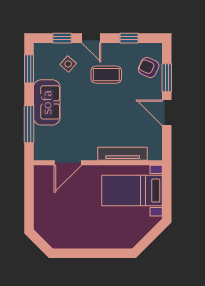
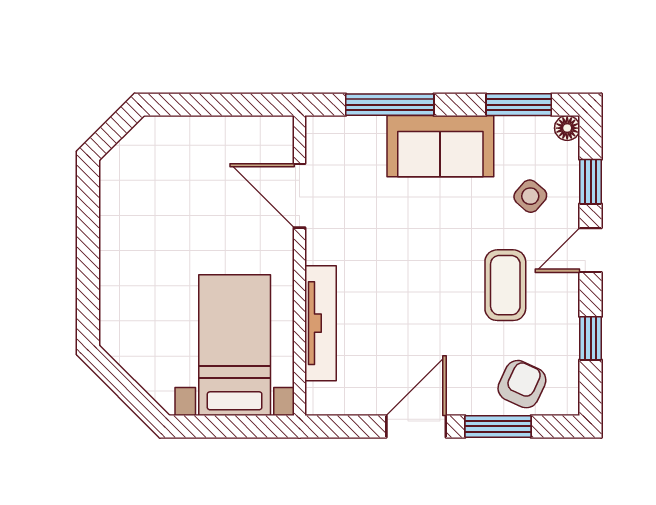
floor lamp: (39, 48) -> (567, 128), added

